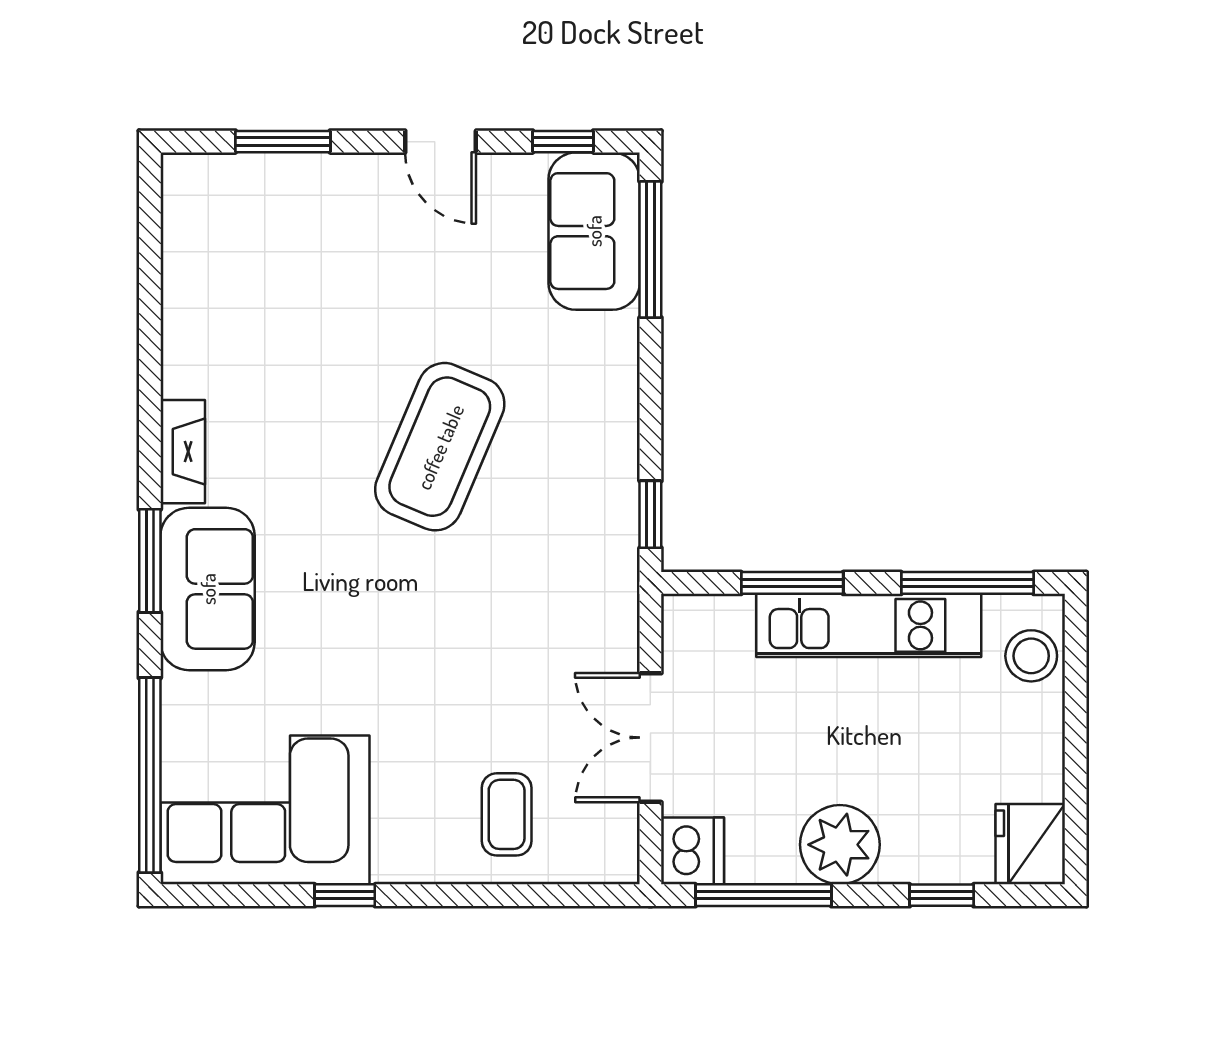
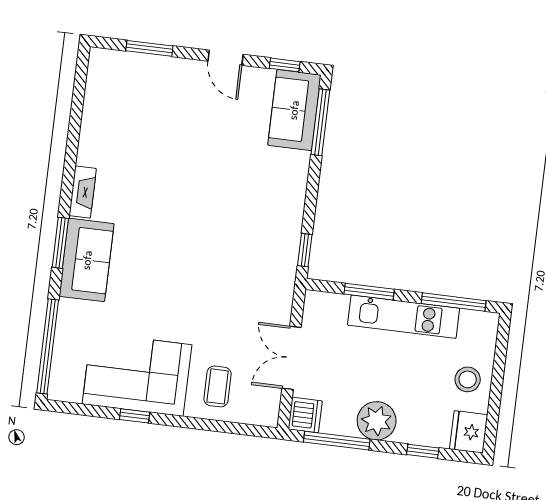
coffee table: (440, 447) -> (207, 205), removed
stool: (1031, 656) -> (468, 379), moved
corner sofa: (265, 810) -> (137, 374), moved

